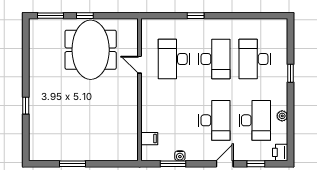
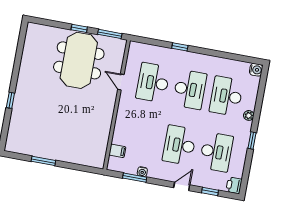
window: (51, 16) -> (110, 34), moved
water cooler: (281, 25) -> (256, 70), added
window: (290, 73) -> (252, 140), moved
plant: (282, 116) -> (249, 115), moved
desk: (214, 120) -> (179, 145), turned 180

